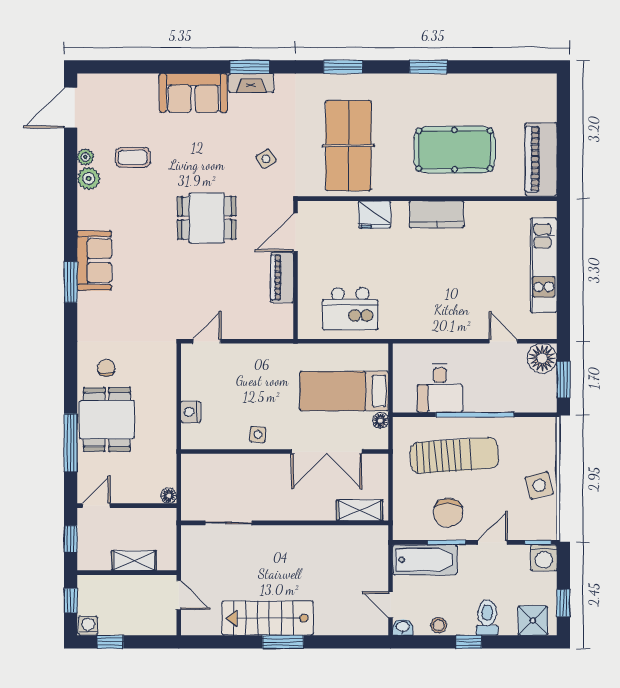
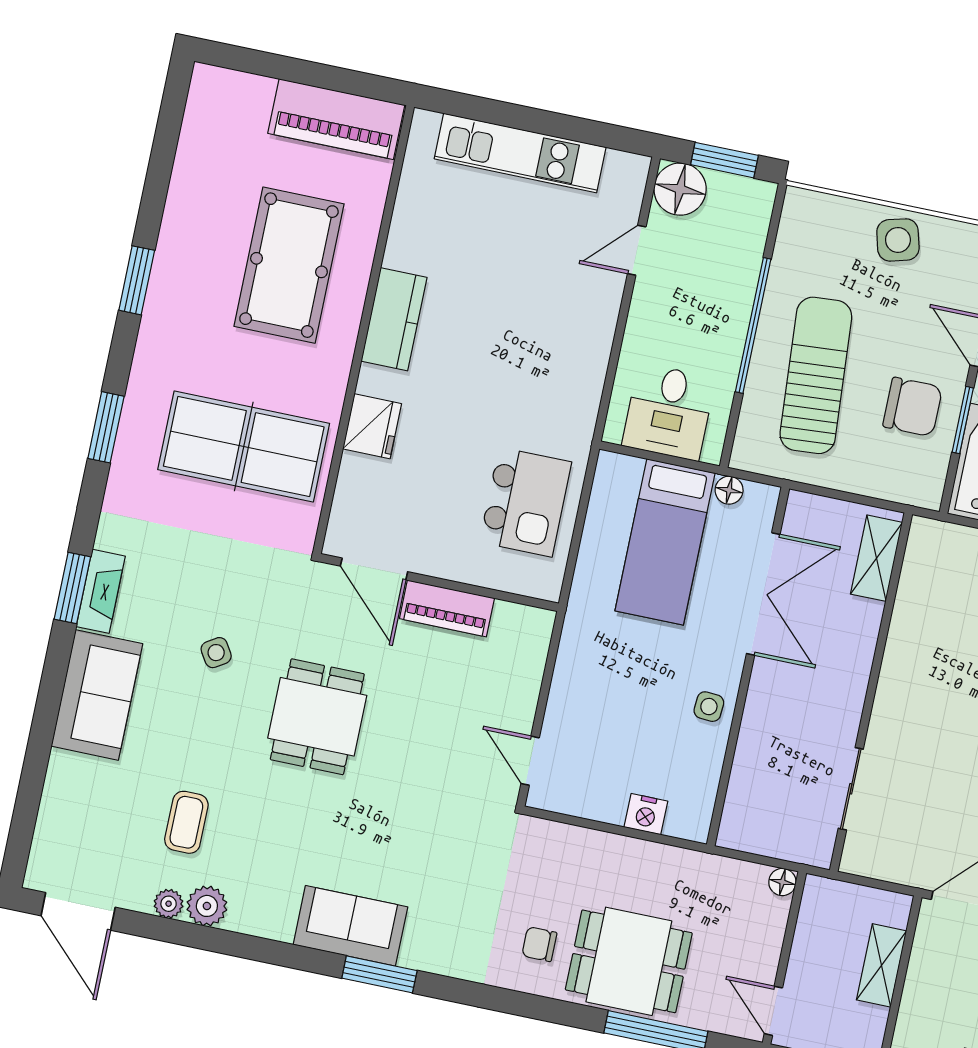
side table: (266, 159) -> (216, 653), moved
desk: (440, 388) -> (669, 412), moved, turned 90

